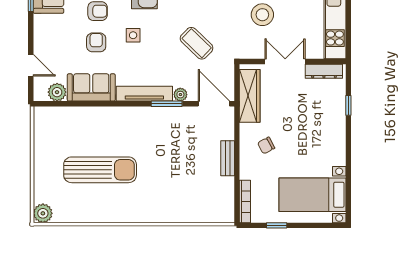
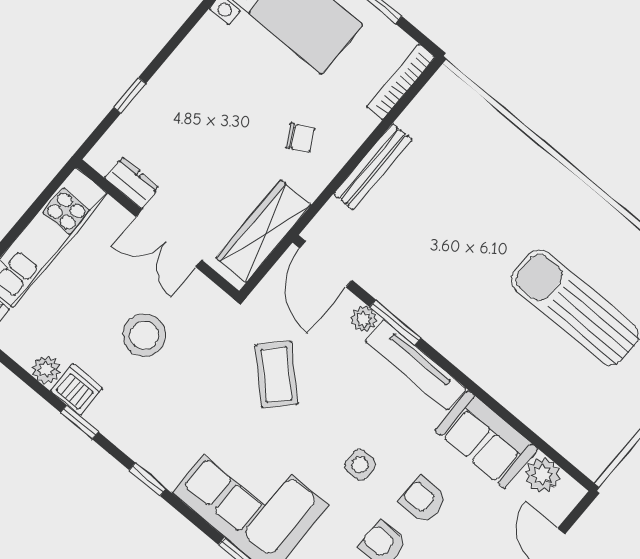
armchair: (96, 42) -> (423, 500), turned 90
dresser: (324, 71) -> (132, 183), width x0.70
bench: (228, 158) -> (373, 167), width x1.36

